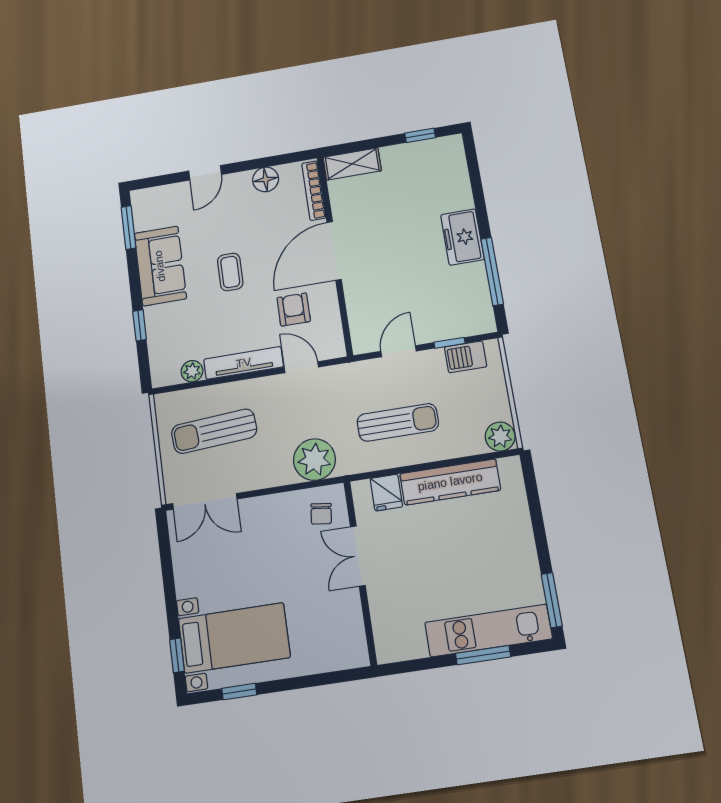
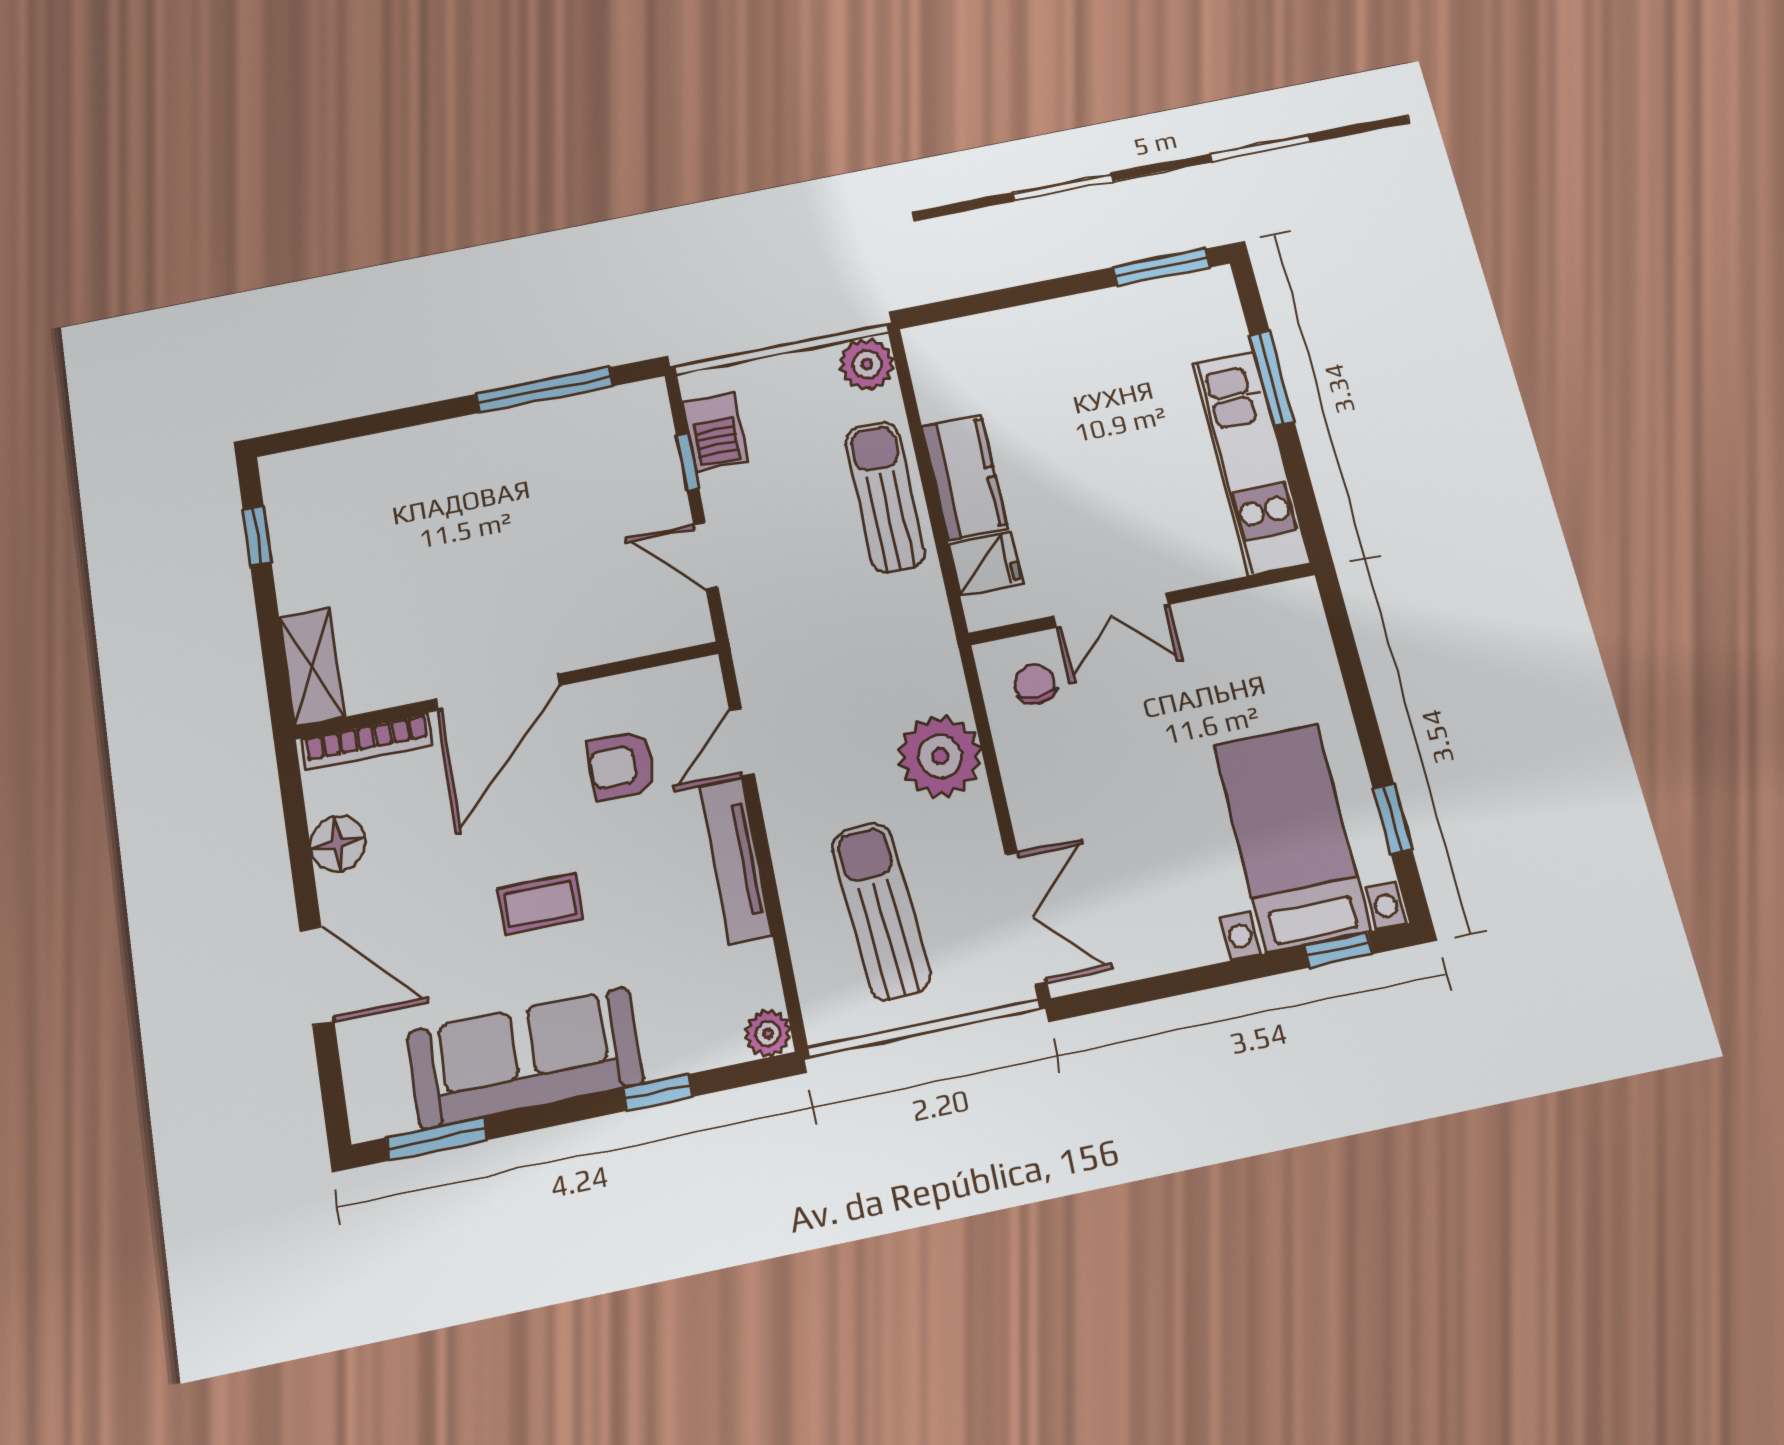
door: (205, 173) -> (317, 976), width x1.37
freezer: (462, 237) -> (474, 447), removed
door: (334, 251) -> (498, 692), hinge flipped
sofa: (160, 266) -> (525, 1058), width x1.36
plant: (192, 371) -> (768, 1033), moved
sun lounger: (398, 422) -> (885, 497), moved
sun lounger: (214, 431) -> (881, 911), turned 180
plant: (314, 460) -> (940, 756), moved
kitchen counter: (450, 482) -> (965, 477), width x0.67
chair: (321, 514) -> (1035, 684), turned -97
kitchen unit: (488, 631) -> (1251, 462), moved

